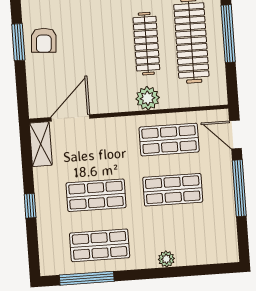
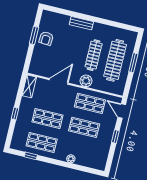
window: (228, 34) -> (133, 63), width x0.69
door: (70, 118) -> (59, 81), moved
window: (239, 188) -> (115, 137), width x0.46
window: (87, 278) -> (31, 156), width x0.46

